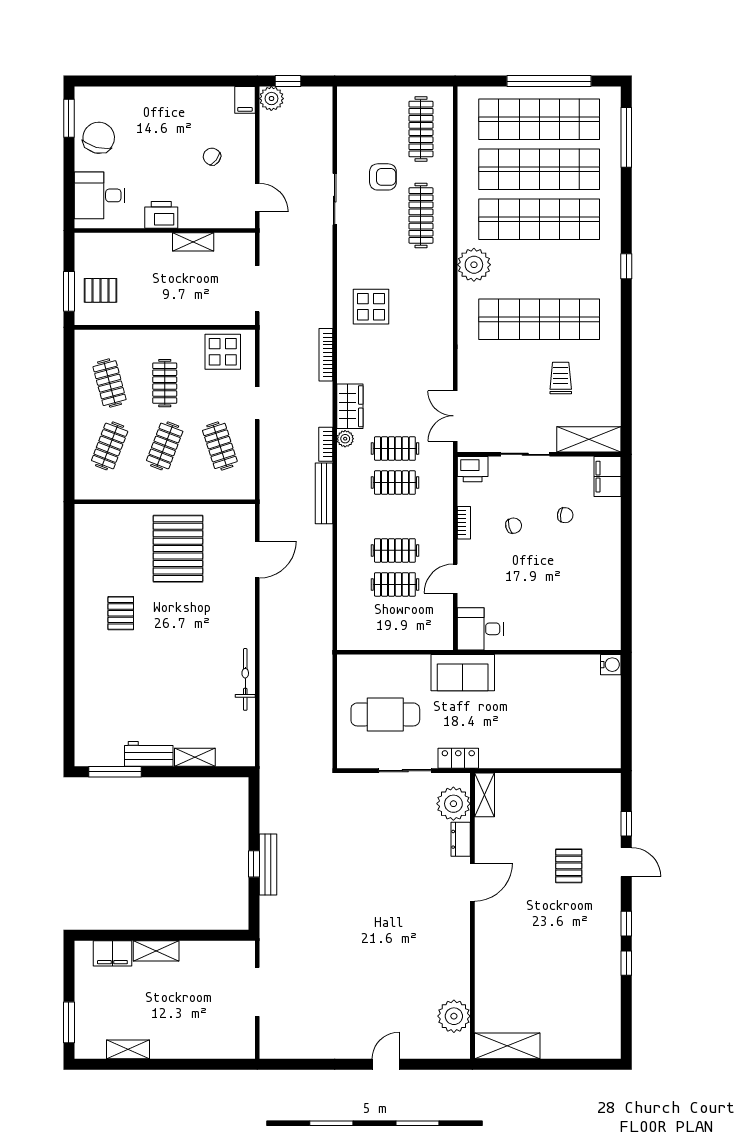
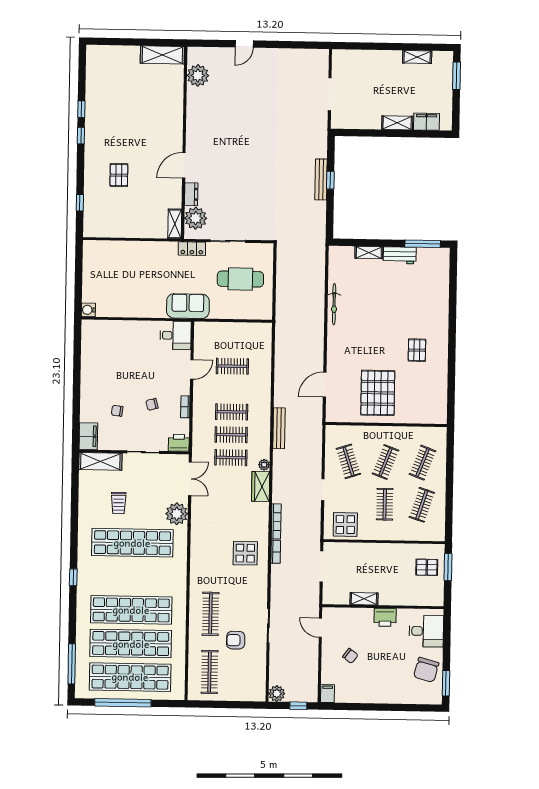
plant: (271, 99) -> (277, 694), moved
plant: (474, 265) -> (177, 514), moved
clothes rail: (110, 383) -> (422, 505), turned 33
bookcase: (326, 444) -> (276, 552), moved
clothes rail: (395, 550) -> (232, 412), moved
door: (626, 862) -> (80, 177), removed

